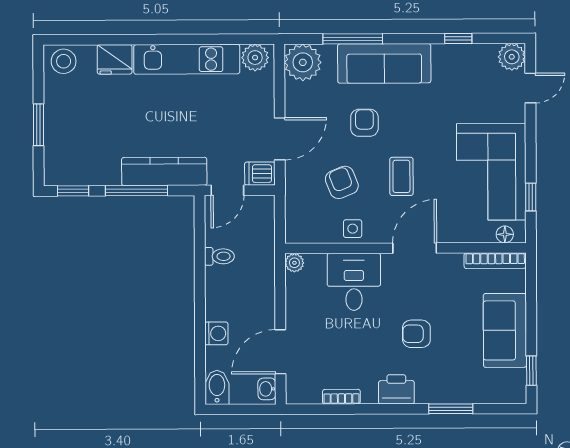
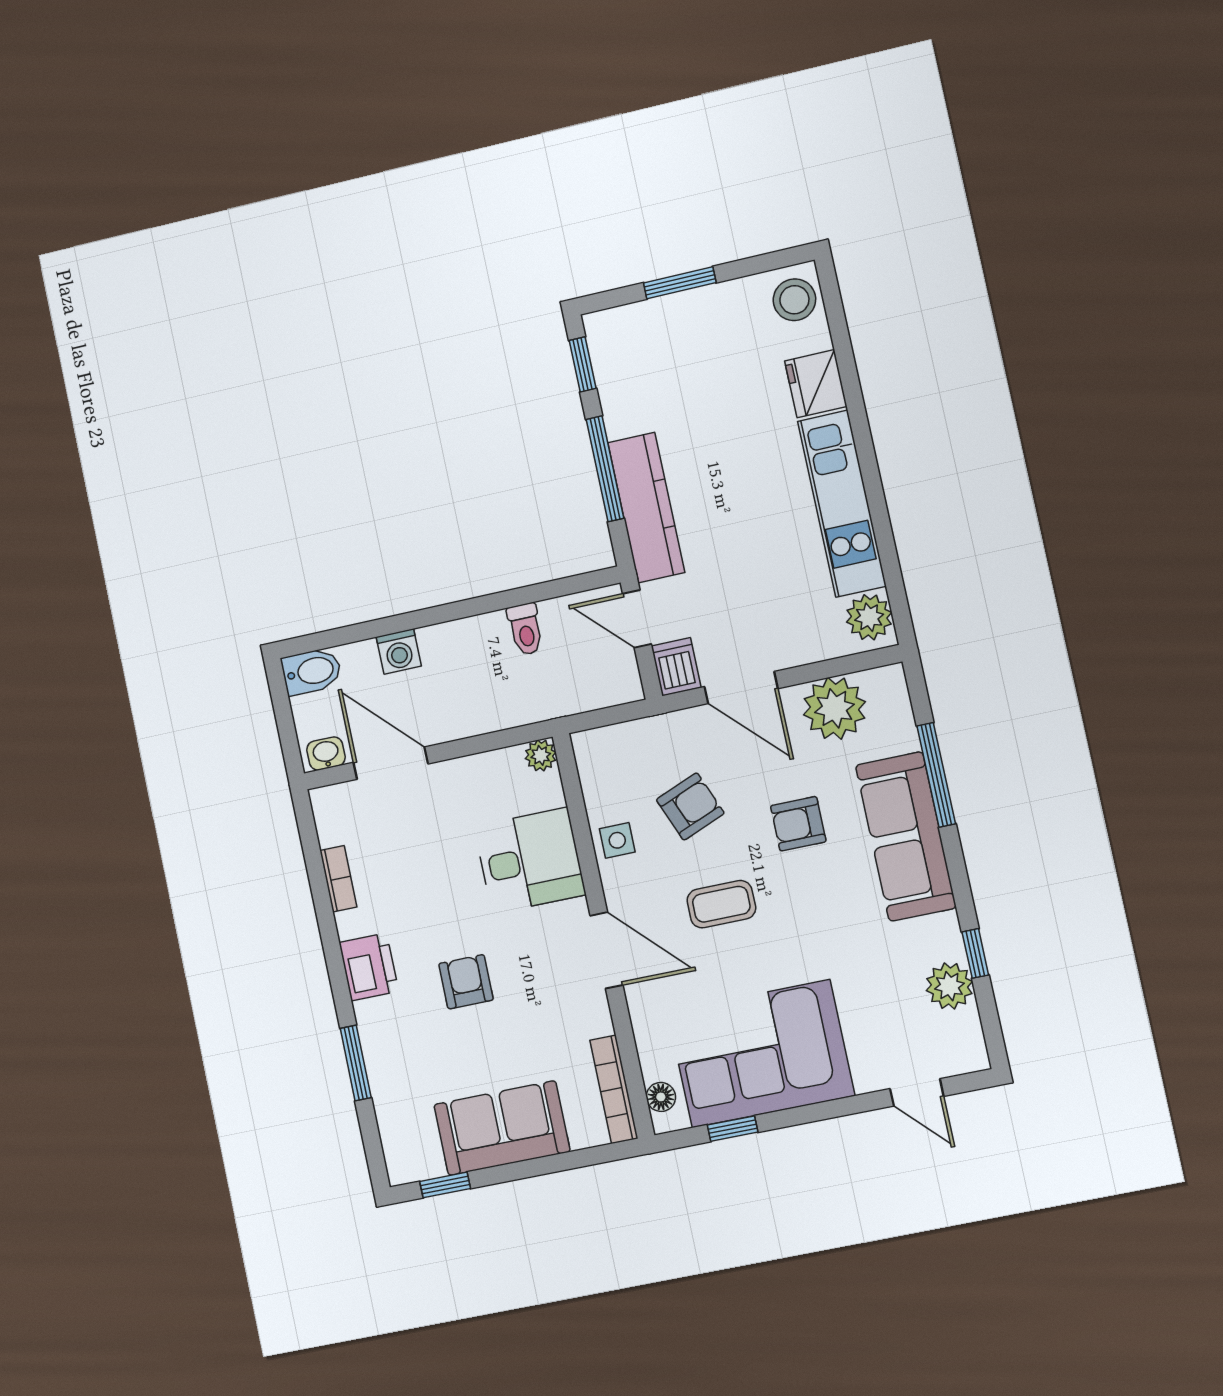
plant: (512, 57) -> (949, 986), moved
plant: (303, 62) -> (834, 708), moved
armchair: (364, 123) -> (798, 824), turned 180

